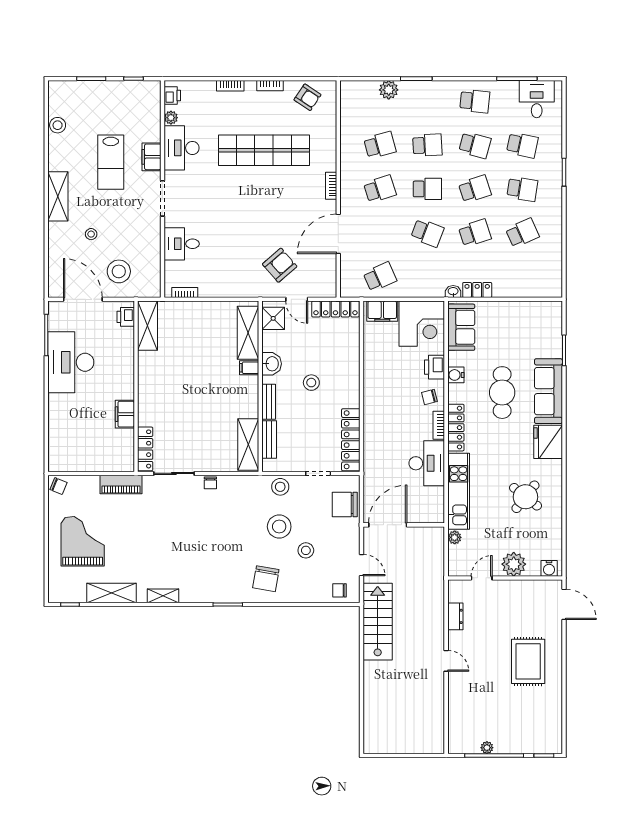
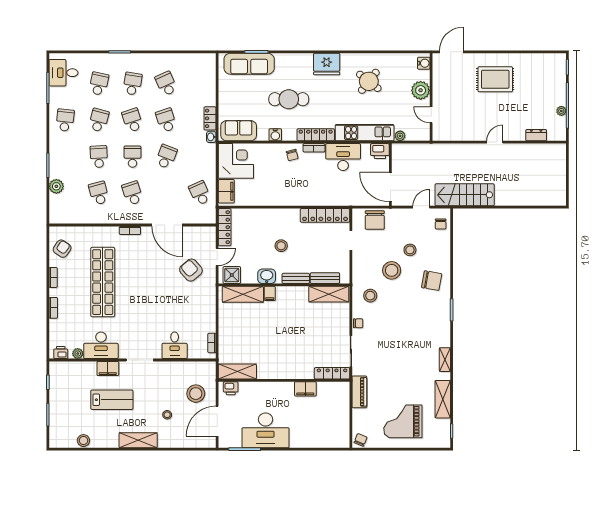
printer: (435, 367) -> (380, 151), moved
sofa: (548, 391) -> (249, 64), moved
stool: (280, 487) -> (370, 296), moved
dresser: (455, 616) -> (536, 135), moved

